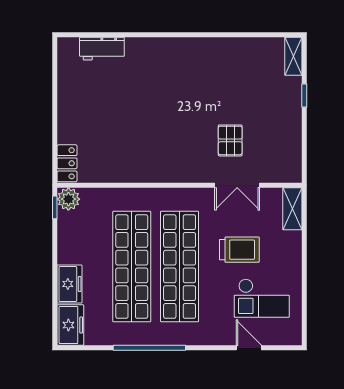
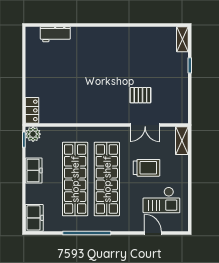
pallet: (230, 140) -> (140, 95), turned 90
freezer: (70, 284) -> (34, 170), moved

